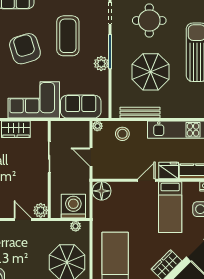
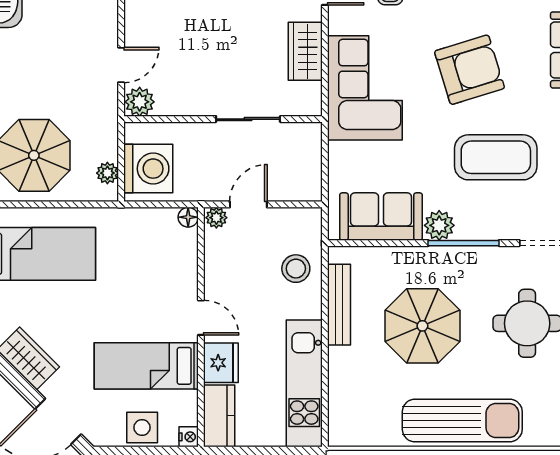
sofa: (81, 107) -> (381, 217), moved, turned -90
plant: (97, 126) -> (216, 218), moved
floor lamp: (102, 191) -> (188, 217), width x0.53, depth x0.53

